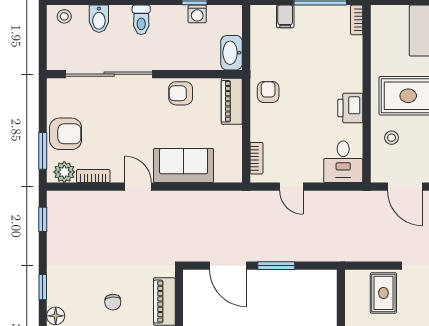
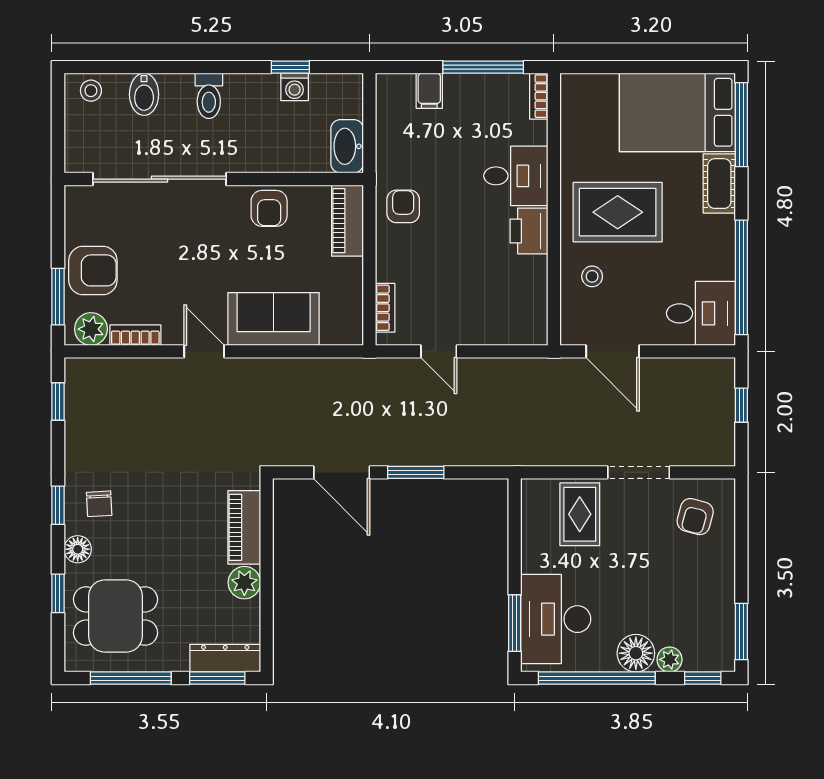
armchair: (181, 93) -> (269, 208), turned -90
desk: (343, 162) -> (516, 176), moved, turned -90
chair: (113, 302) -> (99, 504), moved

